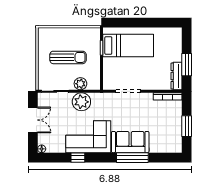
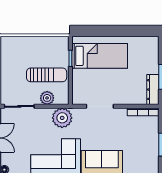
sun lounger: (68, 57) -> (47, 75), moved
plant: (81, 102) -> (62, 118), moved

